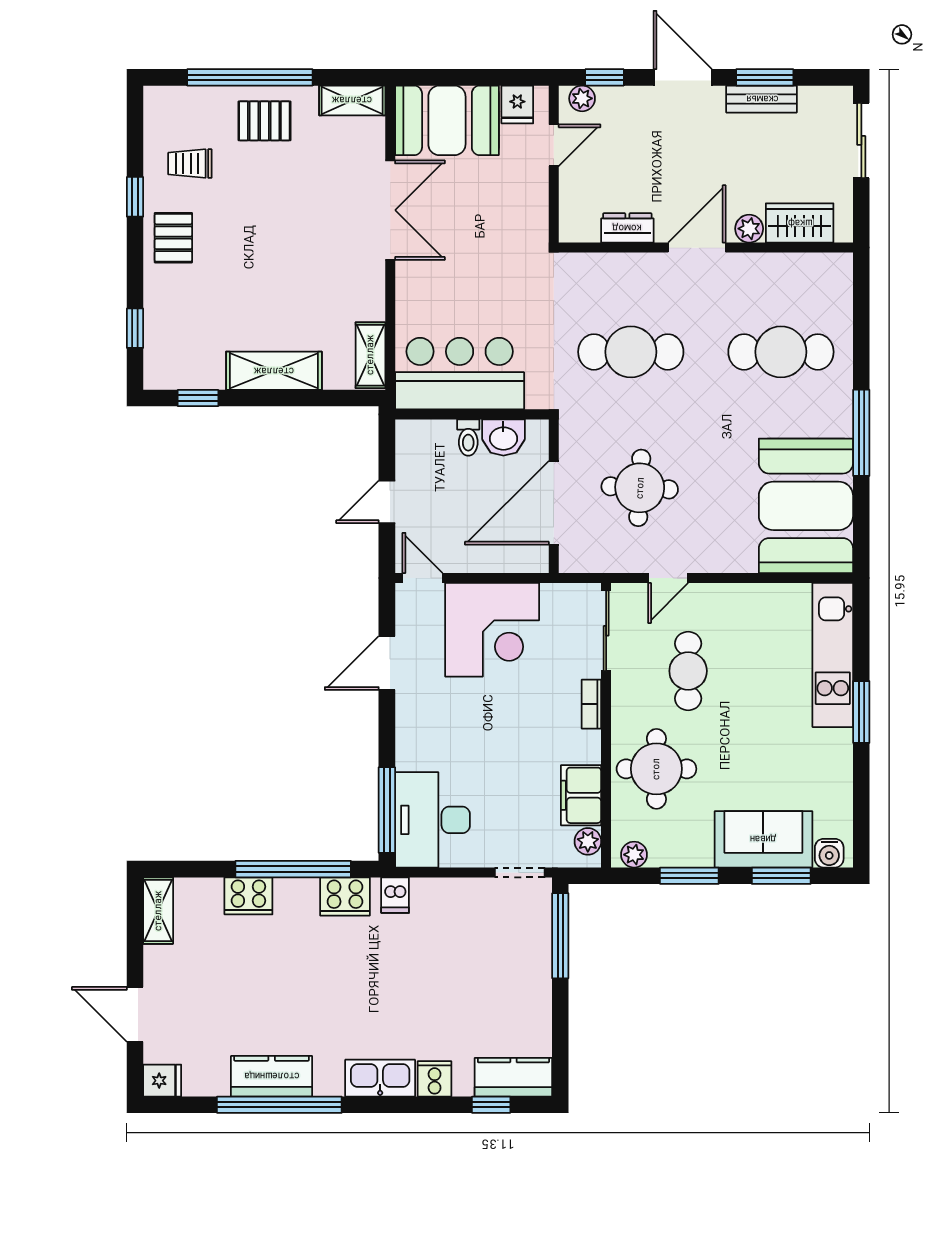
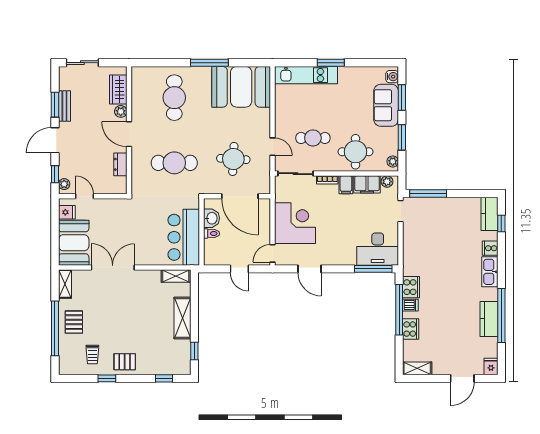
cafe table: (631, 352) -> (174, 163), turned 90
filing cabinet: (580, 747) -> (346, 185), added
dishwasher: (395, 895) -> (410, 305), moved

